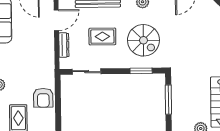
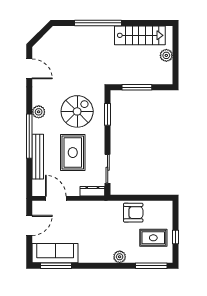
rug: (102, 36) -> (73, 153), width x1.36, depth x1.43
dresser: (64, 45) -> (92, 191), moved

